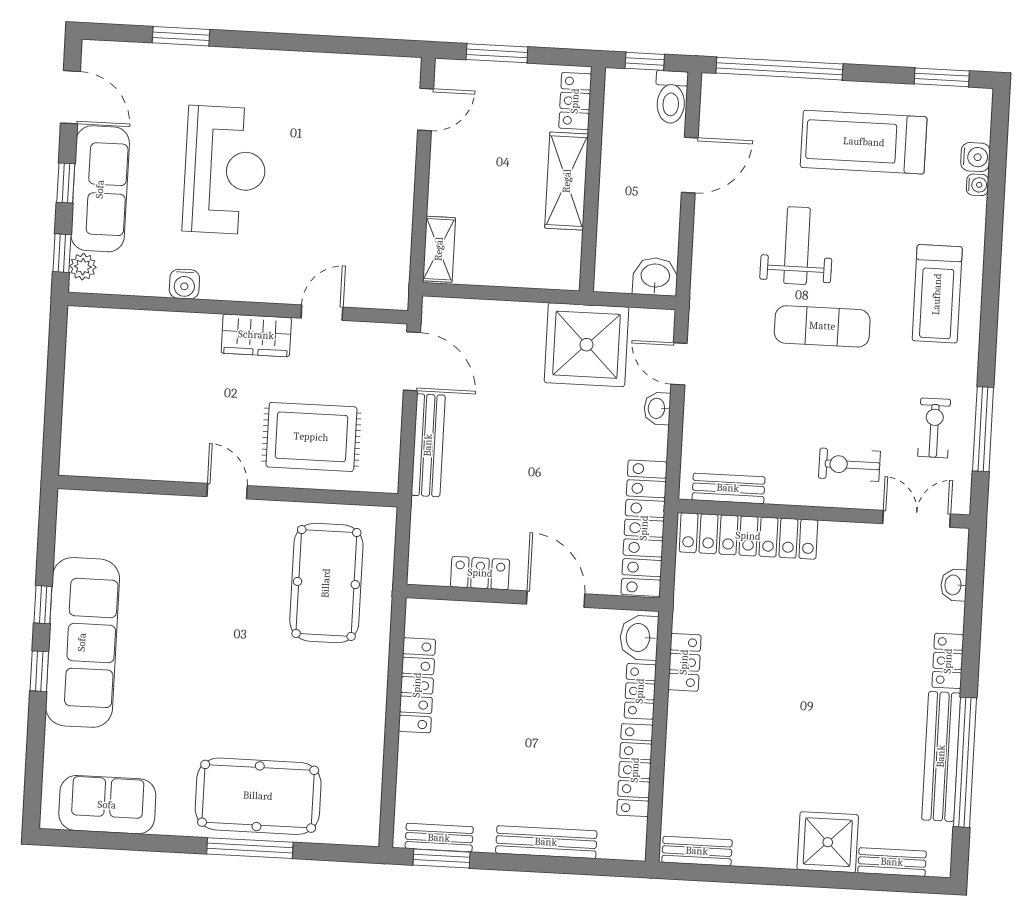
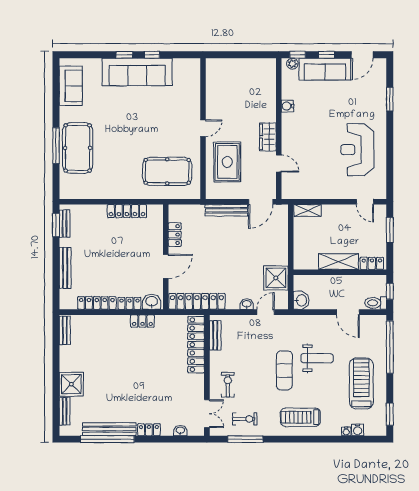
reception desk: (225, 170) -> (357, 150), moved, turned 90
shower: (587, 345) -> (276, 278), width x0.73, depth x0.73

